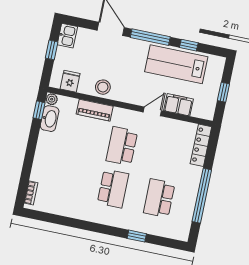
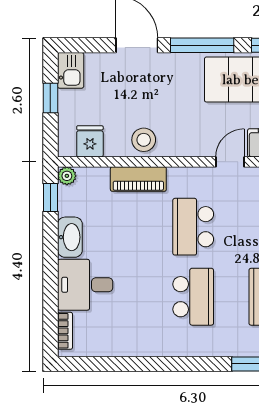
washbasin: (50, 119) -> (70, 237), moved
desk: (49, 168) -> (85, 285), added

